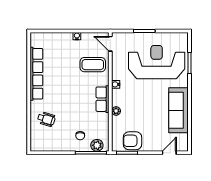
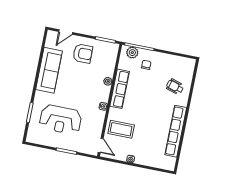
reception desk: (157, 62) -> (61, 120), width x0.74, depth x0.77
row of seats: (103, 99) -> (120, 89), width x1.48
armchair: (132, 141) -> (83, 53), moved

